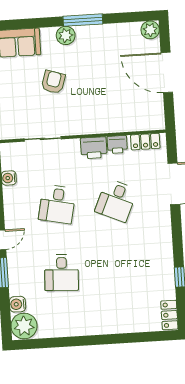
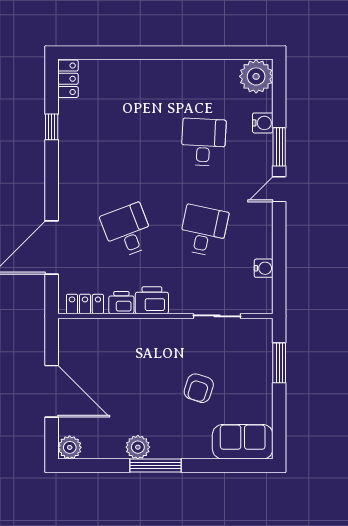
plant: (66, 35) -> (138, 447), moved
desk: (116, 200) -> (127, 231), turned -45
water cooler: (17, 304) -> (263, 123), moved

